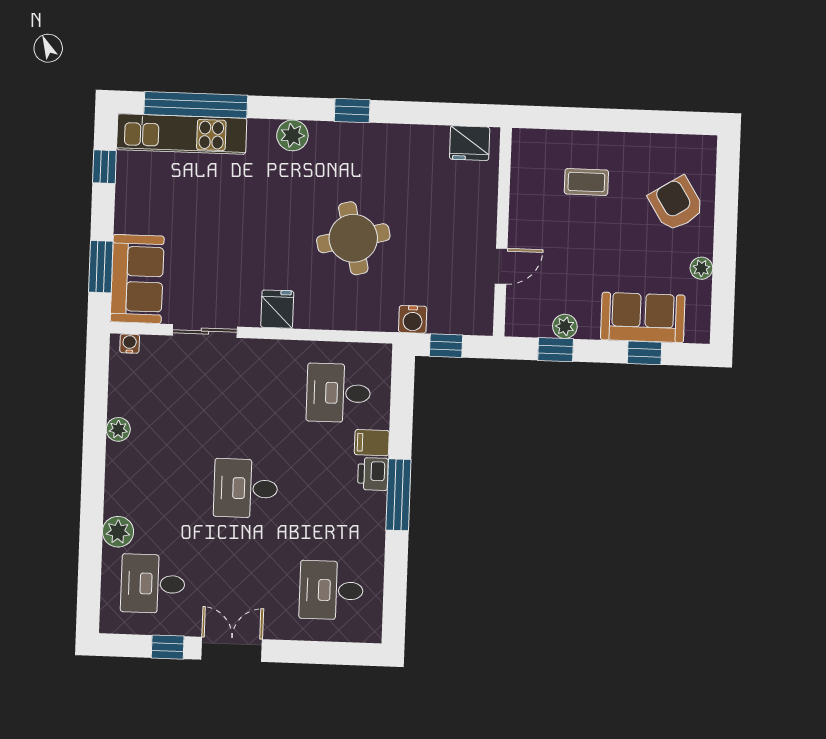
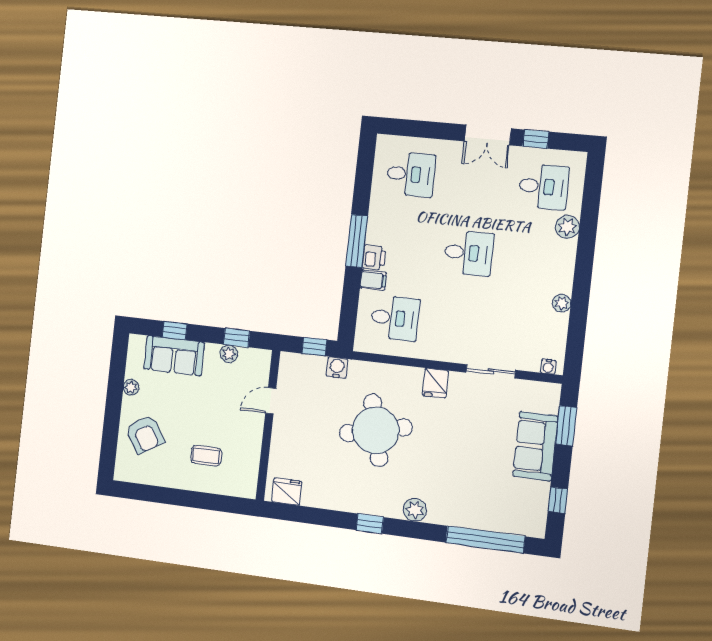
kitchen unit: (182, 134) -> (497, 519), removed
round table: (353, 238) -> (376, 430), width x1.36, depth x1.36
sofa: (137, 279) -> (535, 446), moved

